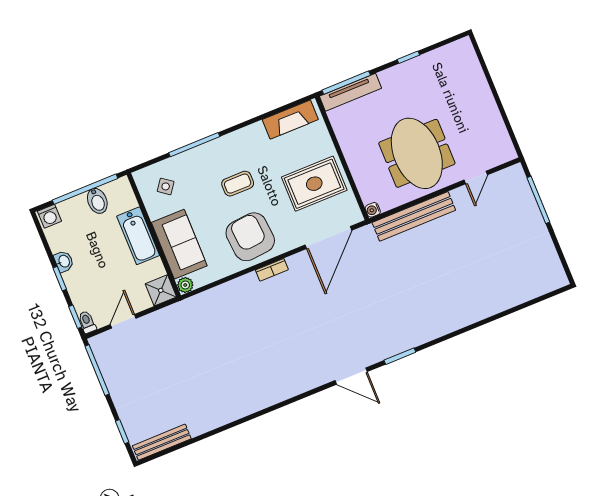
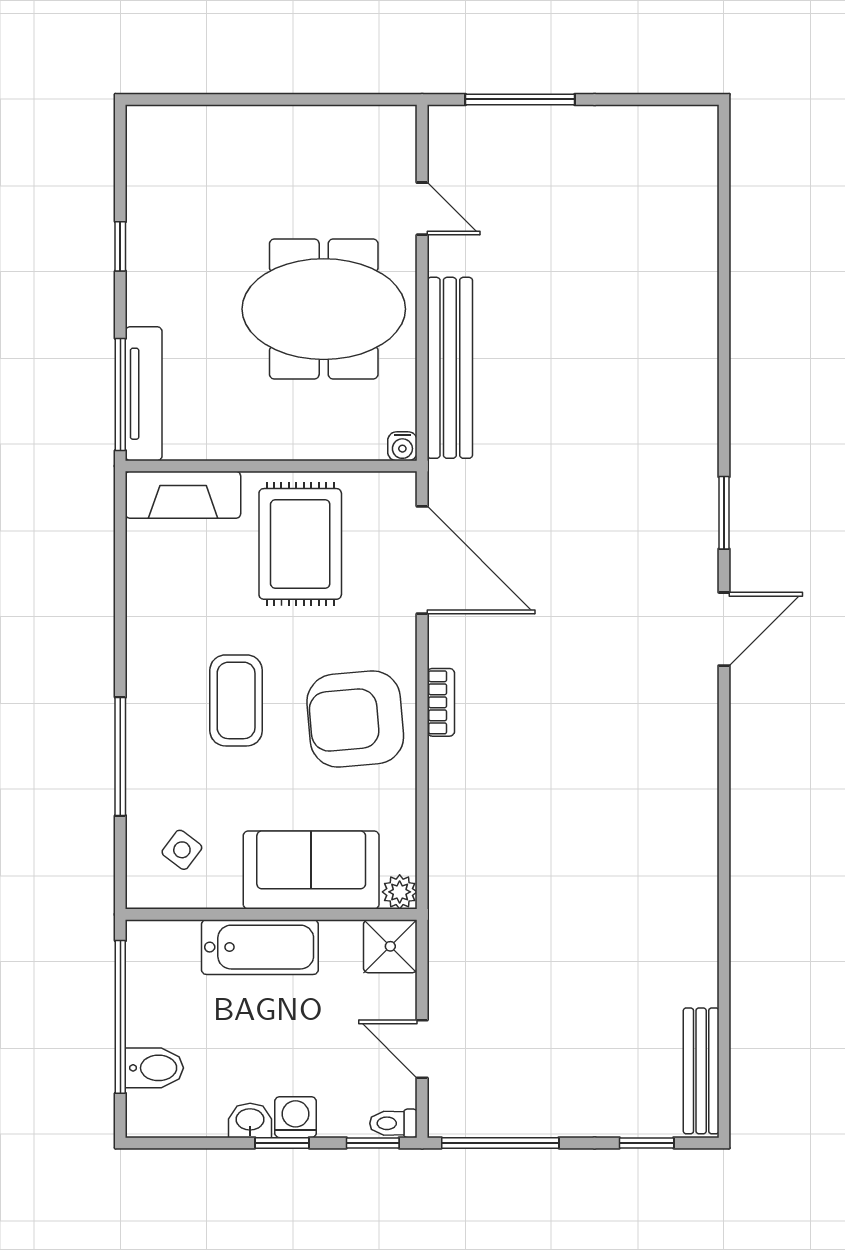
fireplace: (290, 120) -> (183, 495), moved, turned 90
coffee table: (238, 184) -> (236, 700), width x1.36, depth x1.30
bidet: (97, 201) -> (154, 1068), moved
washing machine: (49, 216) -> (296, 1117), moved, turned -90

